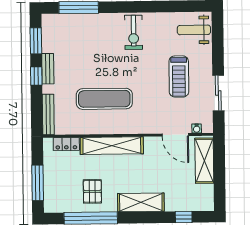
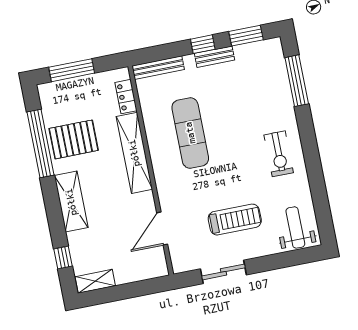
exercise bike: (134, 32) -> (279, 154), turned -90
treadmill: (179, 76) -> (235, 220), turned 180
water cooler: (197, 128) -> (175, 253), removed
shelving: (204, 161) -> (95, 281), moved, width x0.67, depth x0.75
pallet: (92, 191) -> (74, 139), width x1.50, depth x1.42

